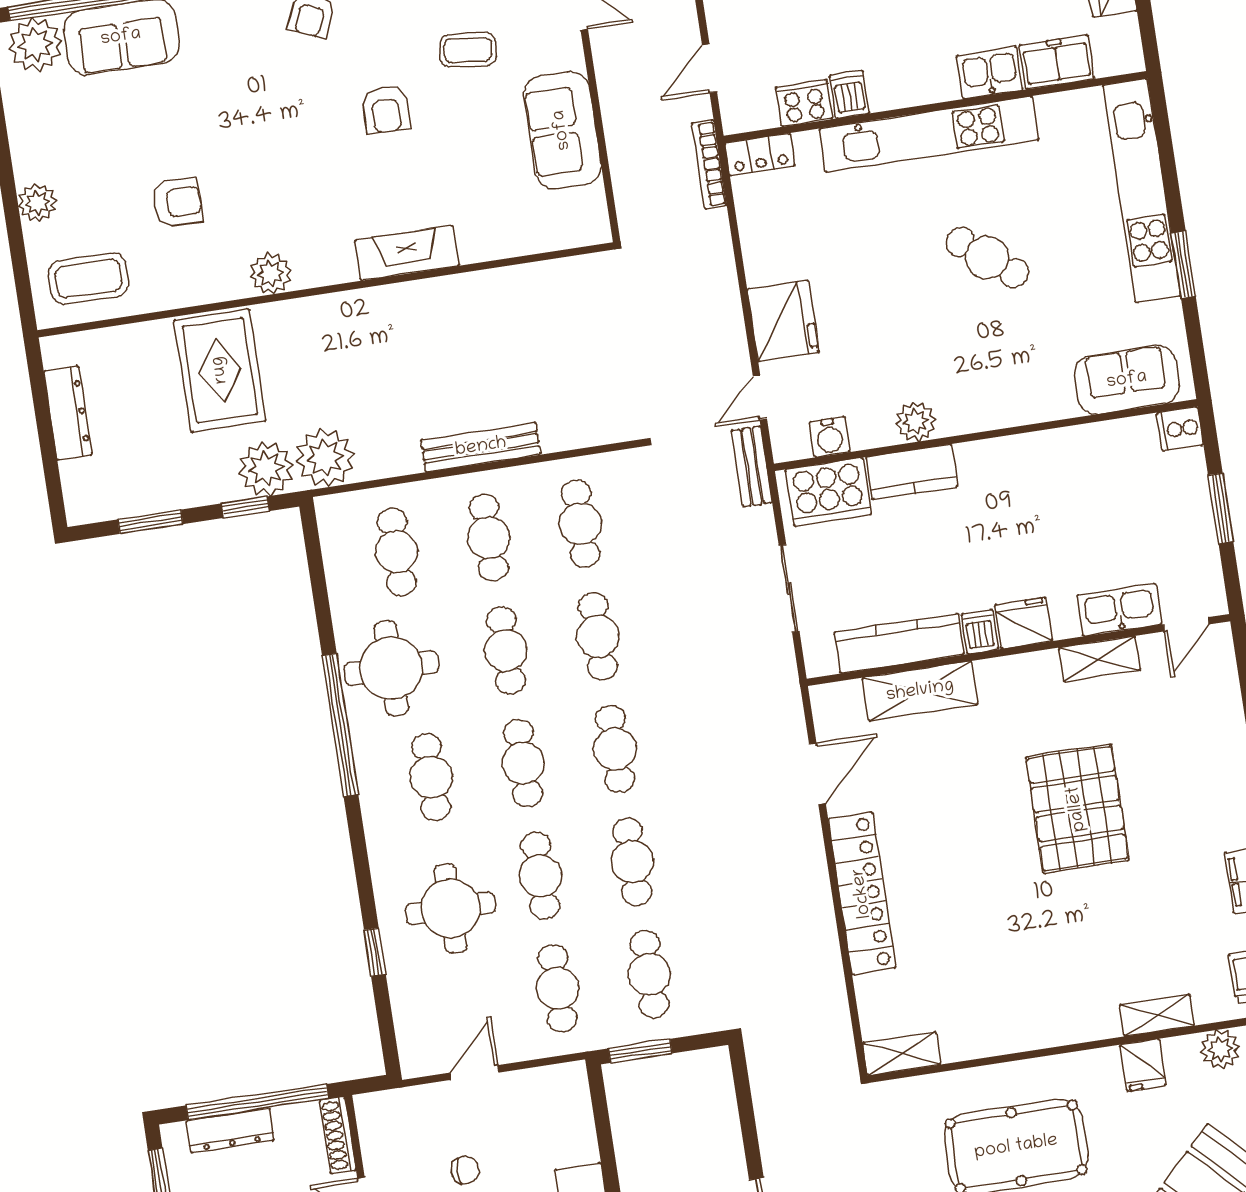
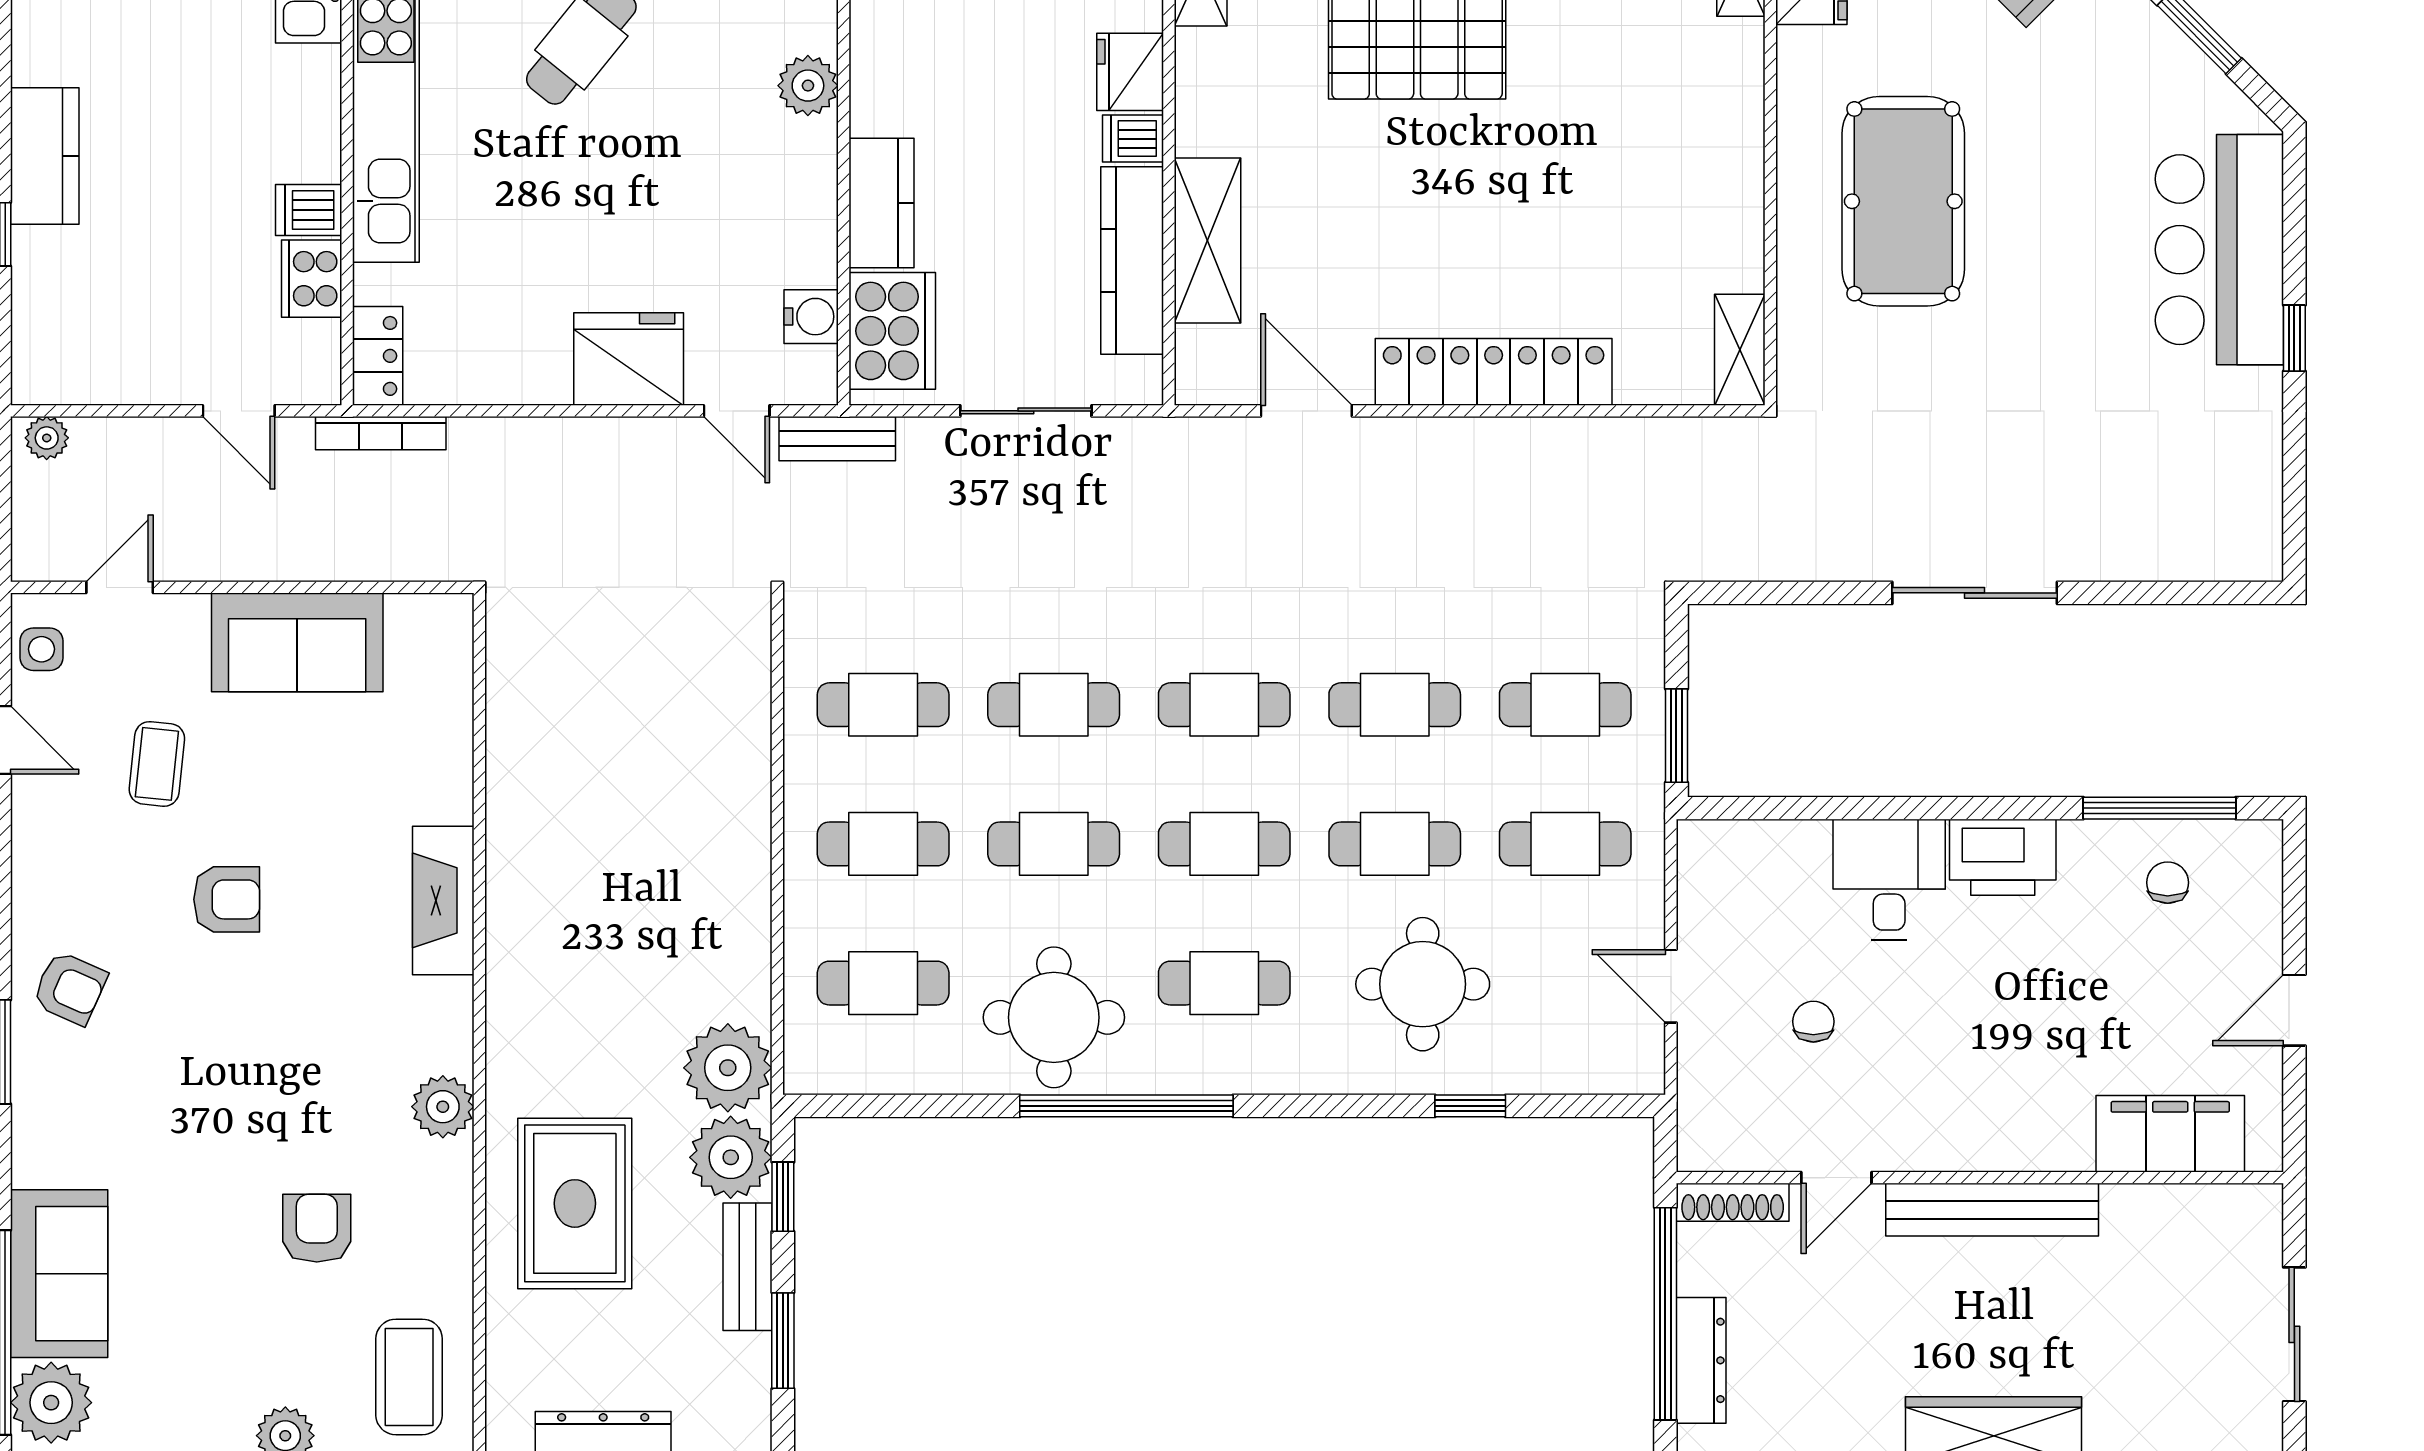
rug: (220, 370) -> (575, 1203), turned 90
plant: (916, 422) -> (808, 86), moved
bench: (481, 447) -> (747, 1267), moved, width x0.73

